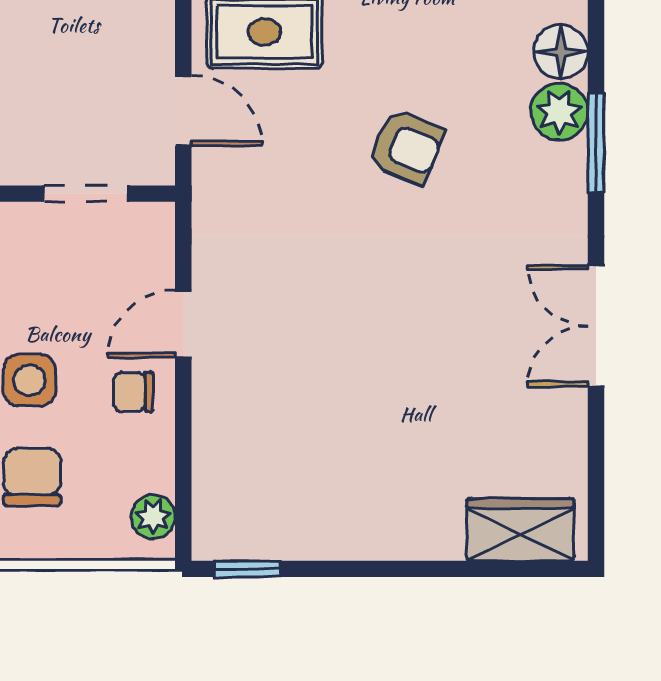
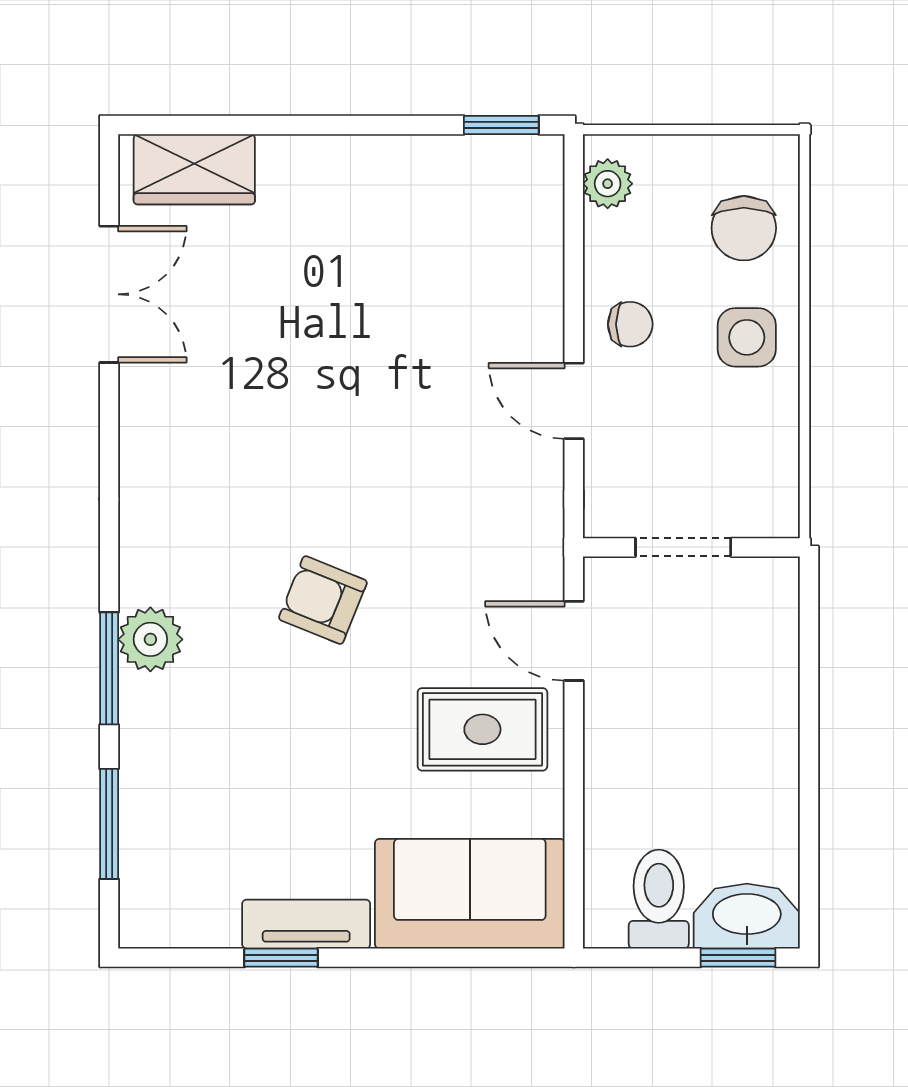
floor lamp: (561, 52) -> (149, 707), removed
window: (596, 143) -> (109, 668), moved
door: (183, 324) -> (574, 401), swing flipped
double door: (596, 326) -> (109, 294), moved

